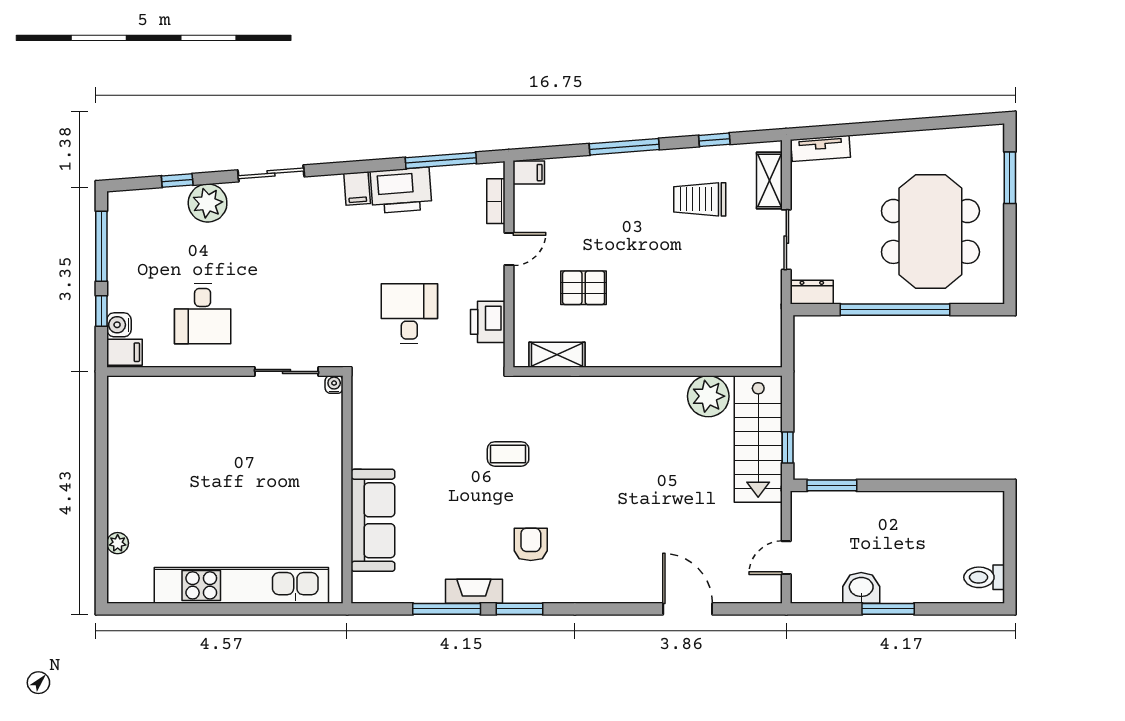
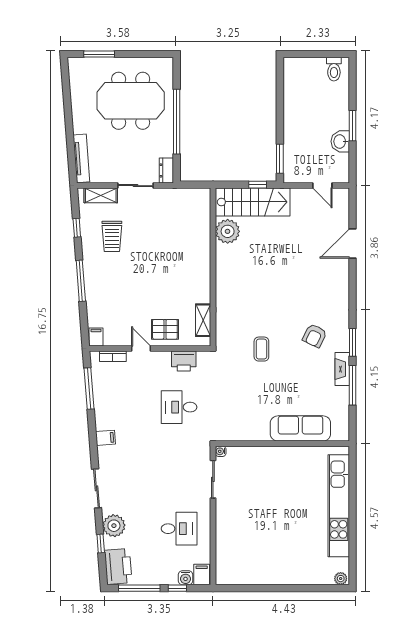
tv unit: (821, 148) -> (81, 158), width x1.41
printer: (401, 190) -> (118, 566), moved
pallet: (584, 288) -> (165, 329), moved, turned 90
plant: (118, 543) -> (341, 579), moved
armchair: (531, 544) -> (315, 336), turned -64

